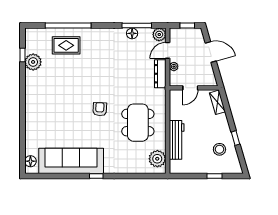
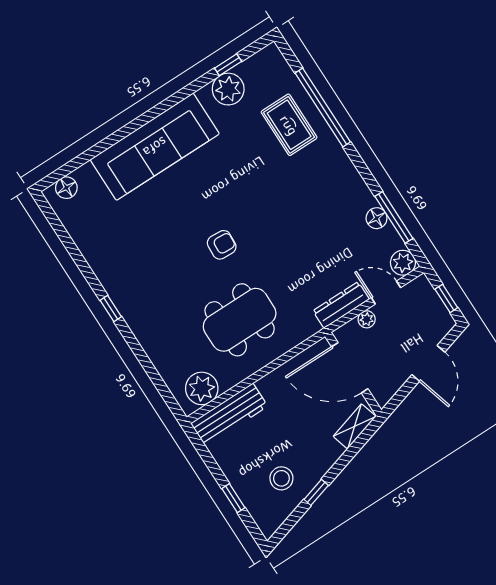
door: (190, 88) -> (350, 368), width x1.87
workbench: (177, 140) -> (229, 415), moved
sofa: (71, 161) -> (155, 147), moved, turned 90

